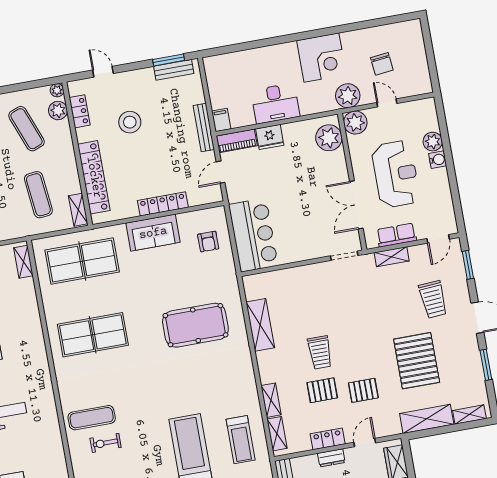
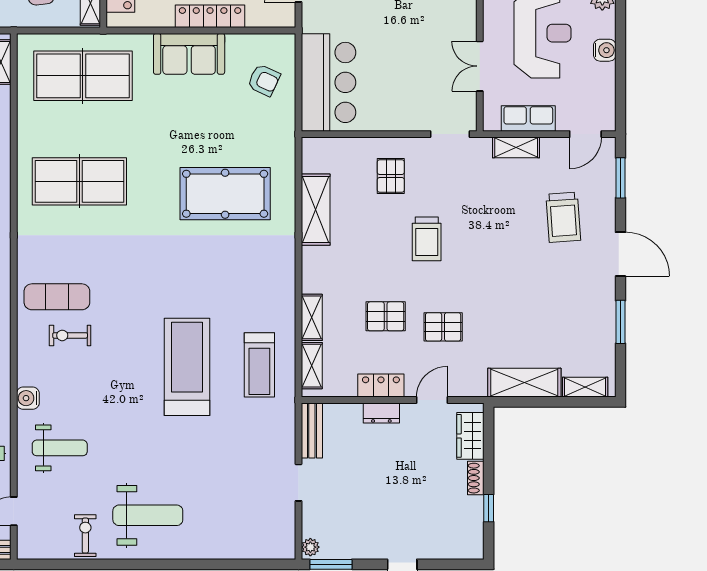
water cooler: (438, 160) -> (605, 50), moved
double door: (356, 205) -> (480, 66), width x0.73
armchair: (208, 242) -> (264, 80), turned -65
trolley: (320, 352) -> (427, 239), moved
pallet: (417, 361) -> (391, 176), moved, width x0.49, depth x0.50

